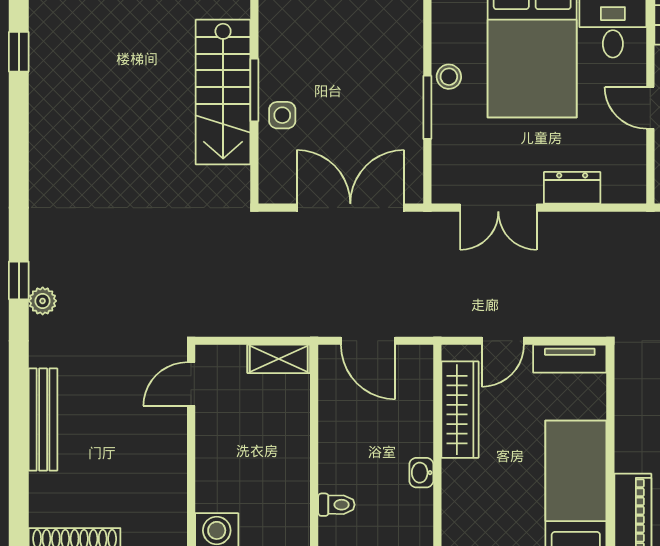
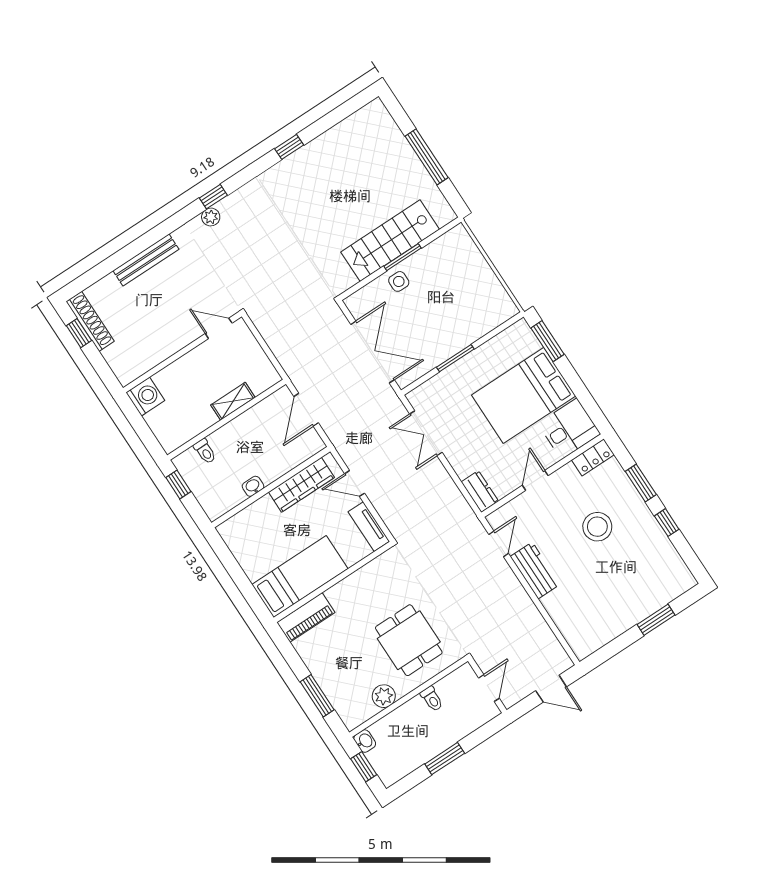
window: (19, 52) -> (289, 147), moved
stool: (449, 77) -> (480, 359), removed
dresser: (572, 188) -> (480, 492), moved
shelving: (279, 359) -> (233, 401), moved, turned 90

